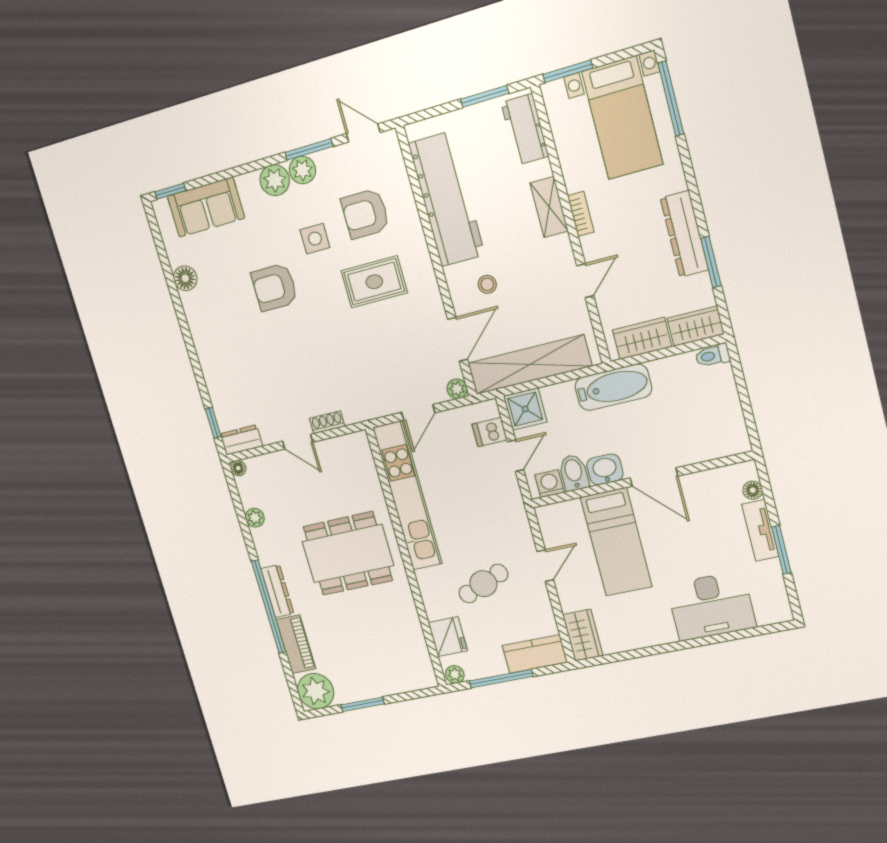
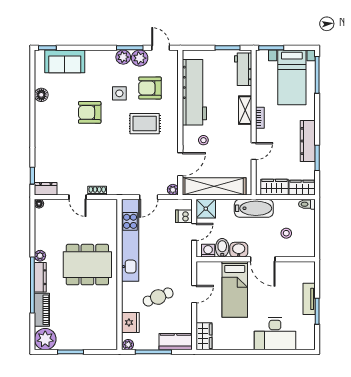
plant: (275, 180) -> (140, 58), moved
stool: (686, 419) -> (286, 233), added
floor lamp: (753, 490) -> (310, 277), removed
plant: (255, 518) -> (40, 256), moved

